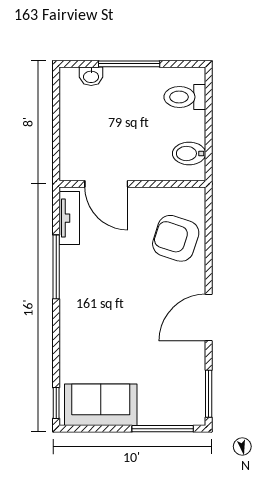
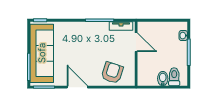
bidet: (189, 153) -> (163, 79), moved
door: (106, 184) -> (136, 42), swing flipped
sofa: (101, 405) -> (42, 53), width x1.85, depth x1.27

